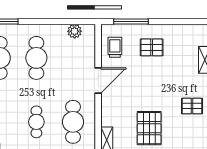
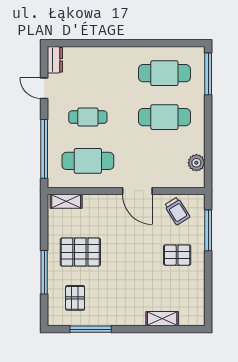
trolley: (115, 47) -> (177, 211), turned 58
pallet: (152, 47) -> (177, 255), turned 90
pallet: (192, 106) -> (75, 298), moved

